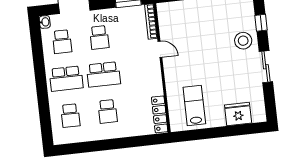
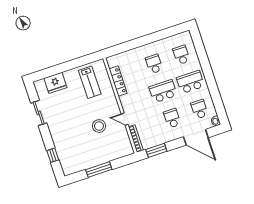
stool: (243, 41) -> (99, 126), moved
sliding door: (266, 67) -> (39, 113), moved
locker: (160, 114) -> (118, 81), moved

